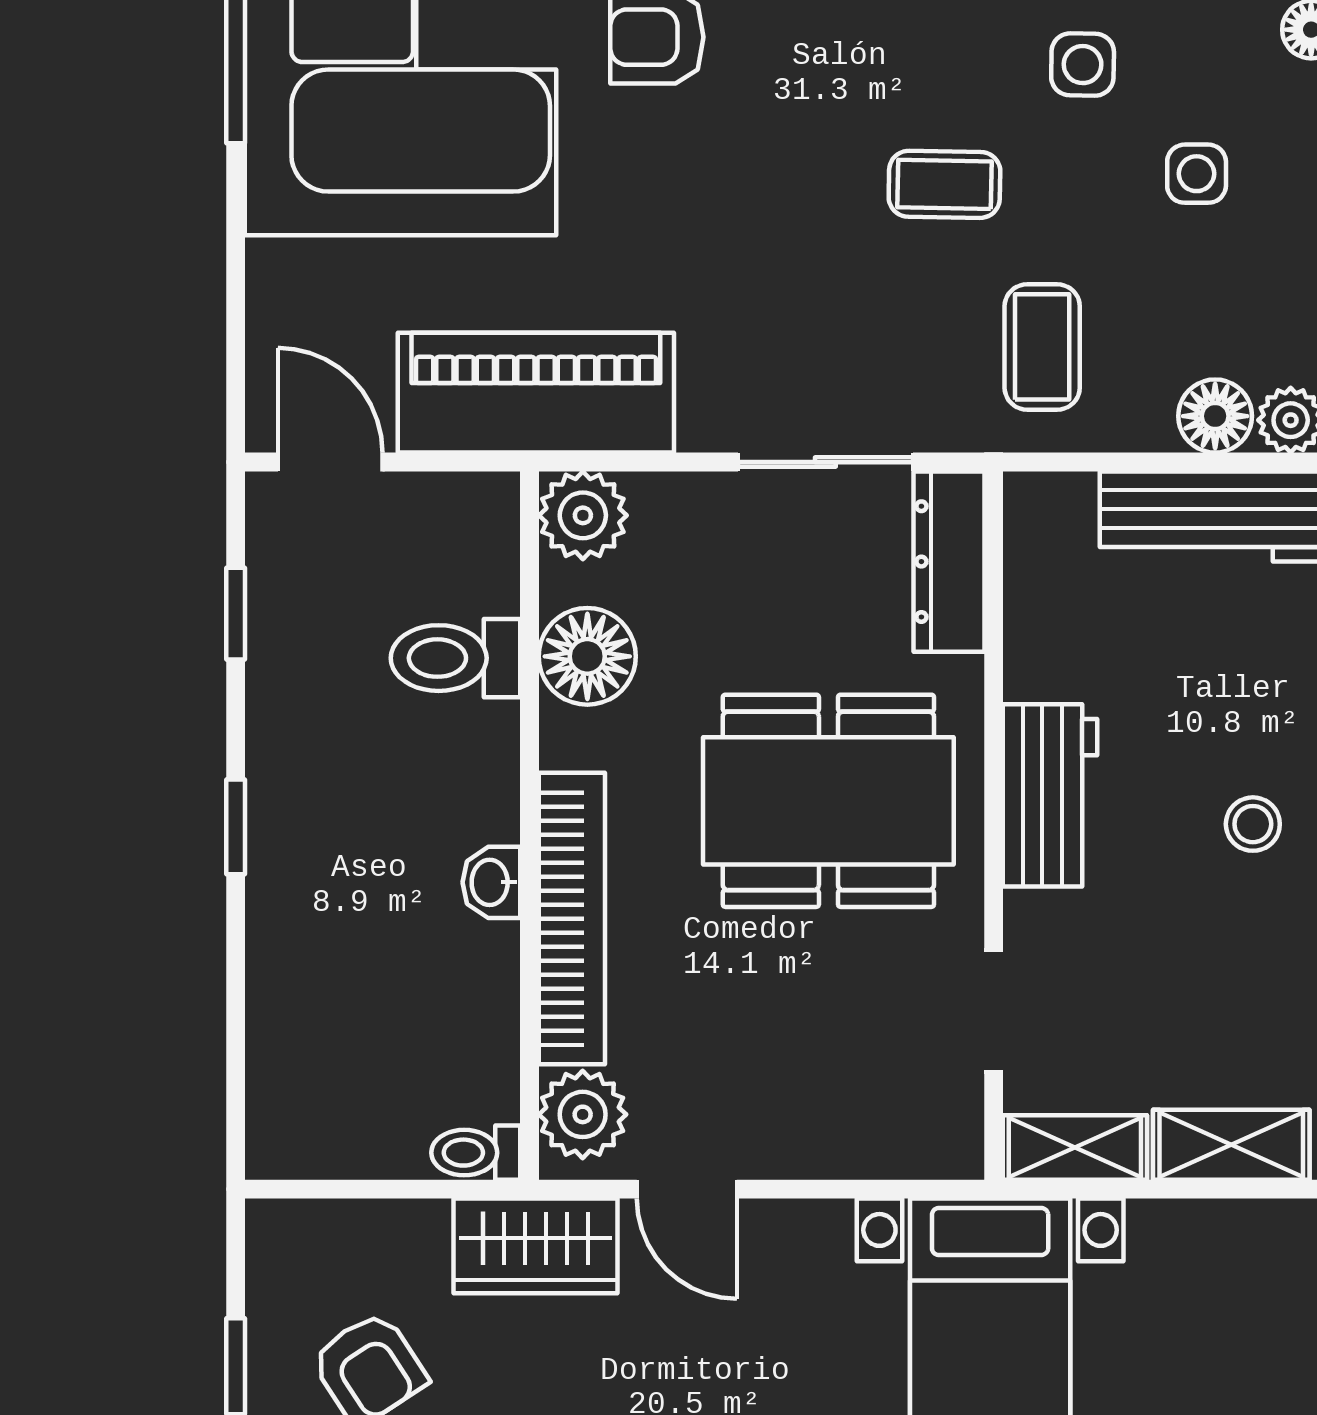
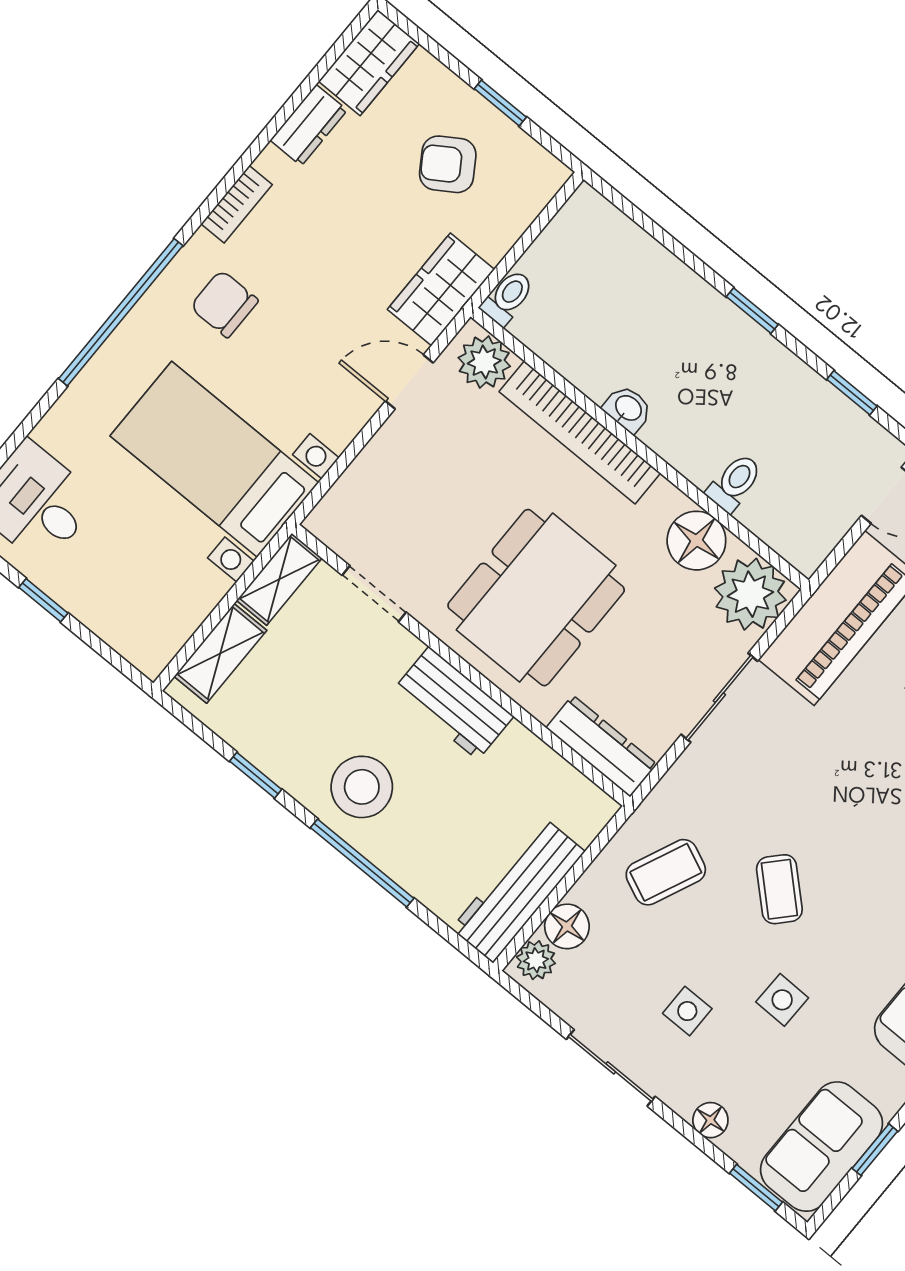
coffee table: (944, 184) -> (779, 889), turned -48
coffee table: (1042, 347) -> (666, 872), turned -66
sliding door: (825, 462) -> (719, 698), moved
plant: (583, 515) -> (750, 594), width x1.36, depth x1.36
toilet: (456, 658) -> (734, 483), width x0.73, depth x0.72
stool: (1253, 824) -> (362, 787), width x1.89, depth x1.89

